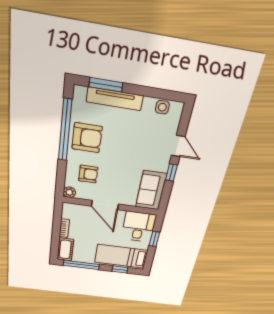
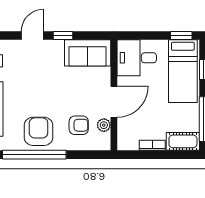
armchair: (88, 174) -> (79, 125), turned 90
plant: (69, 192) -> (104, 125), moved
window: (154, 239) -> (181, 35), moved

